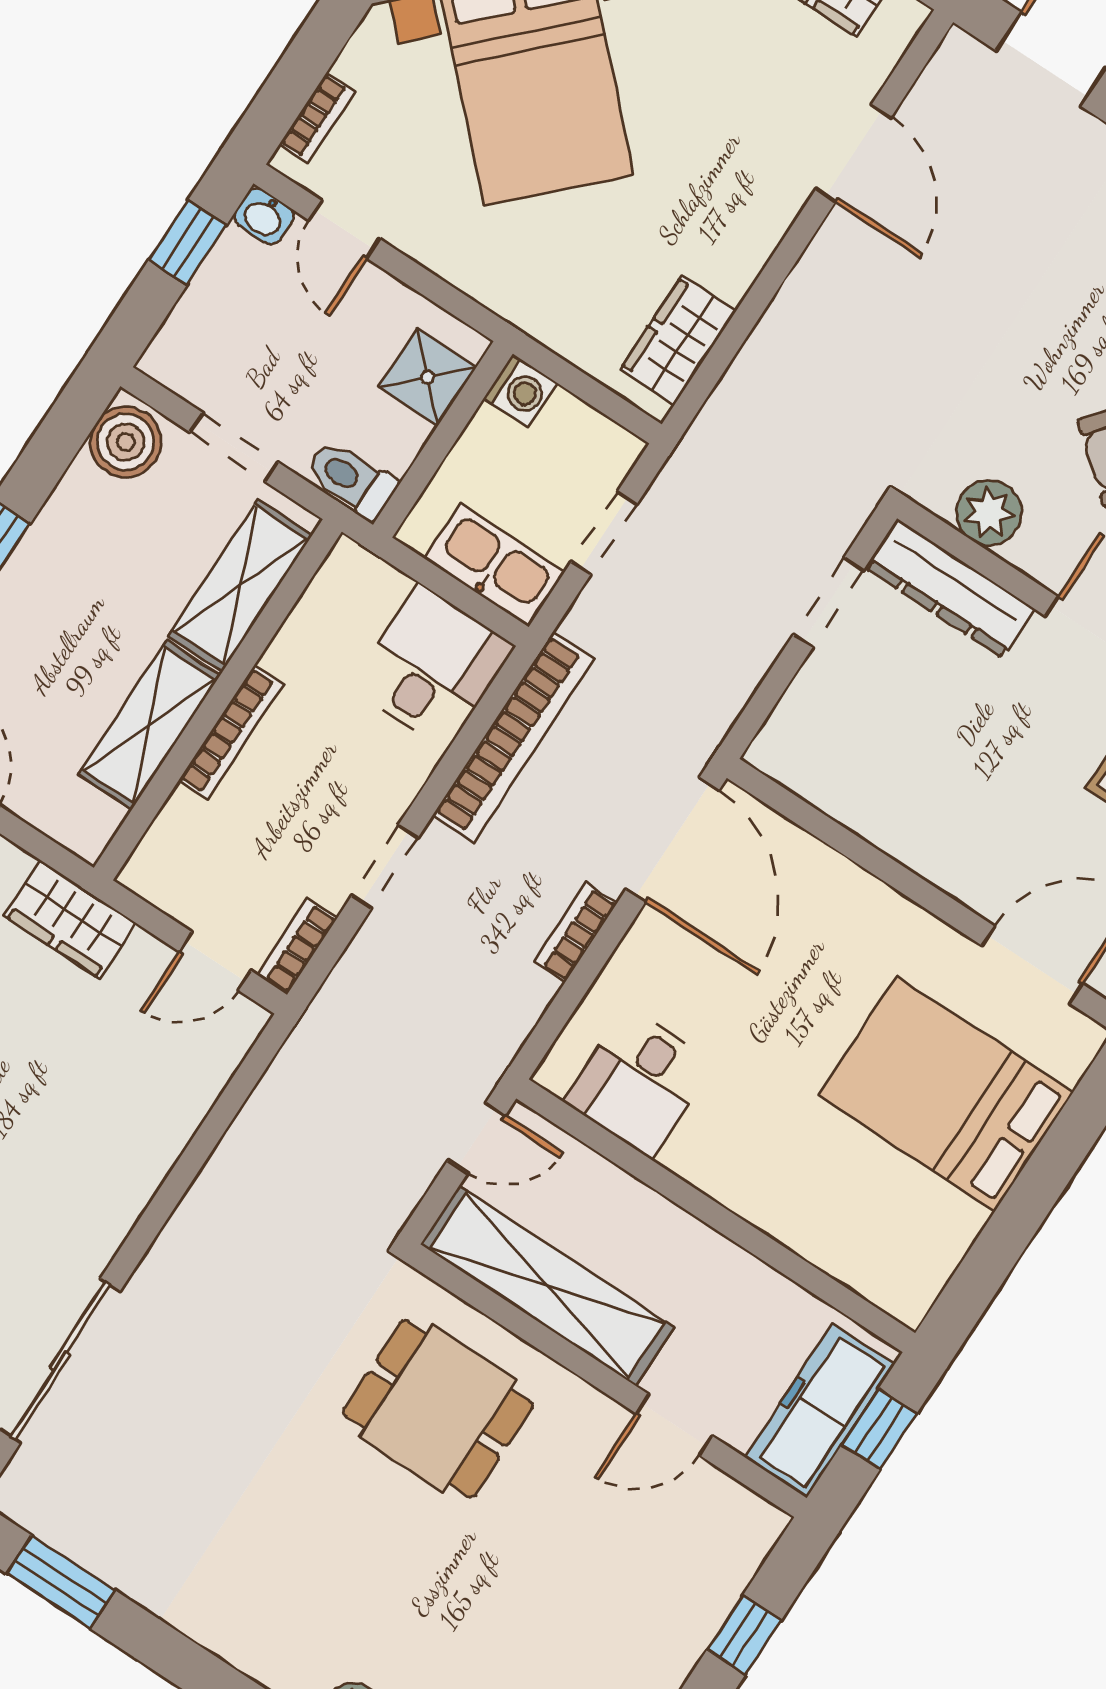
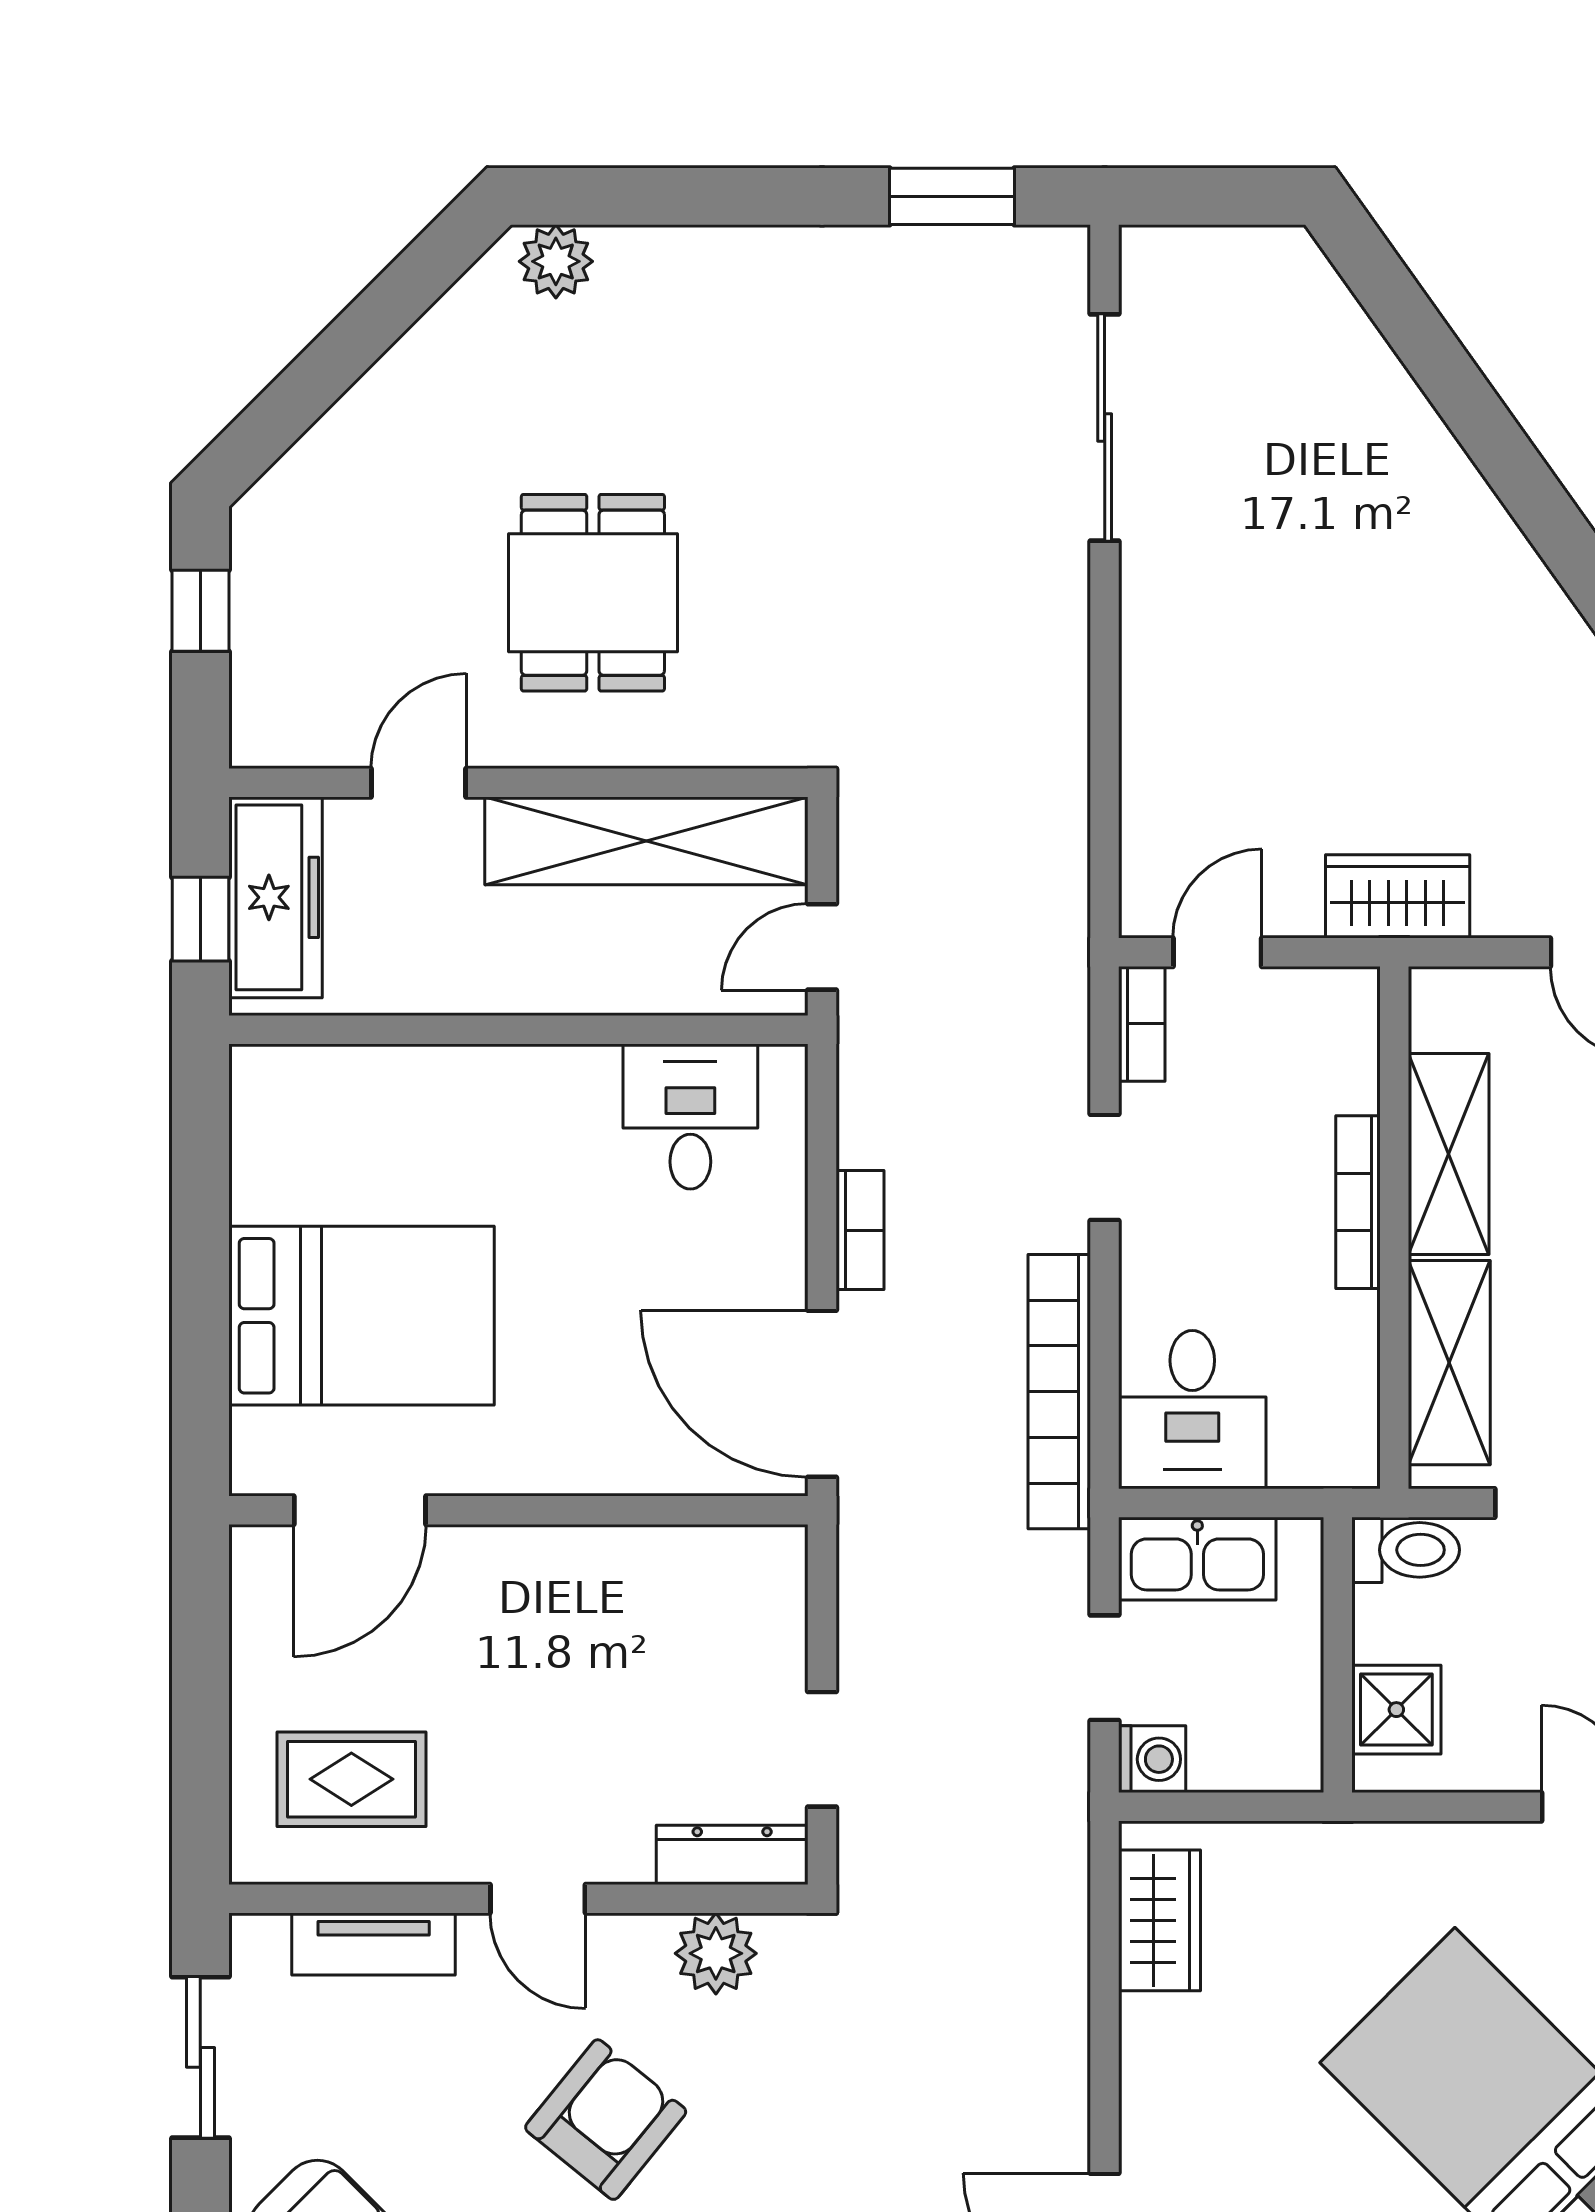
washing machine: (520, 391) -> (1152, 1759), moved, turned 180
dresser: (950, 588) -> (732, 1855), width x0.73, depth x0.80
dining table: (438, 1409) -> (593, 593), moved, turned 90

